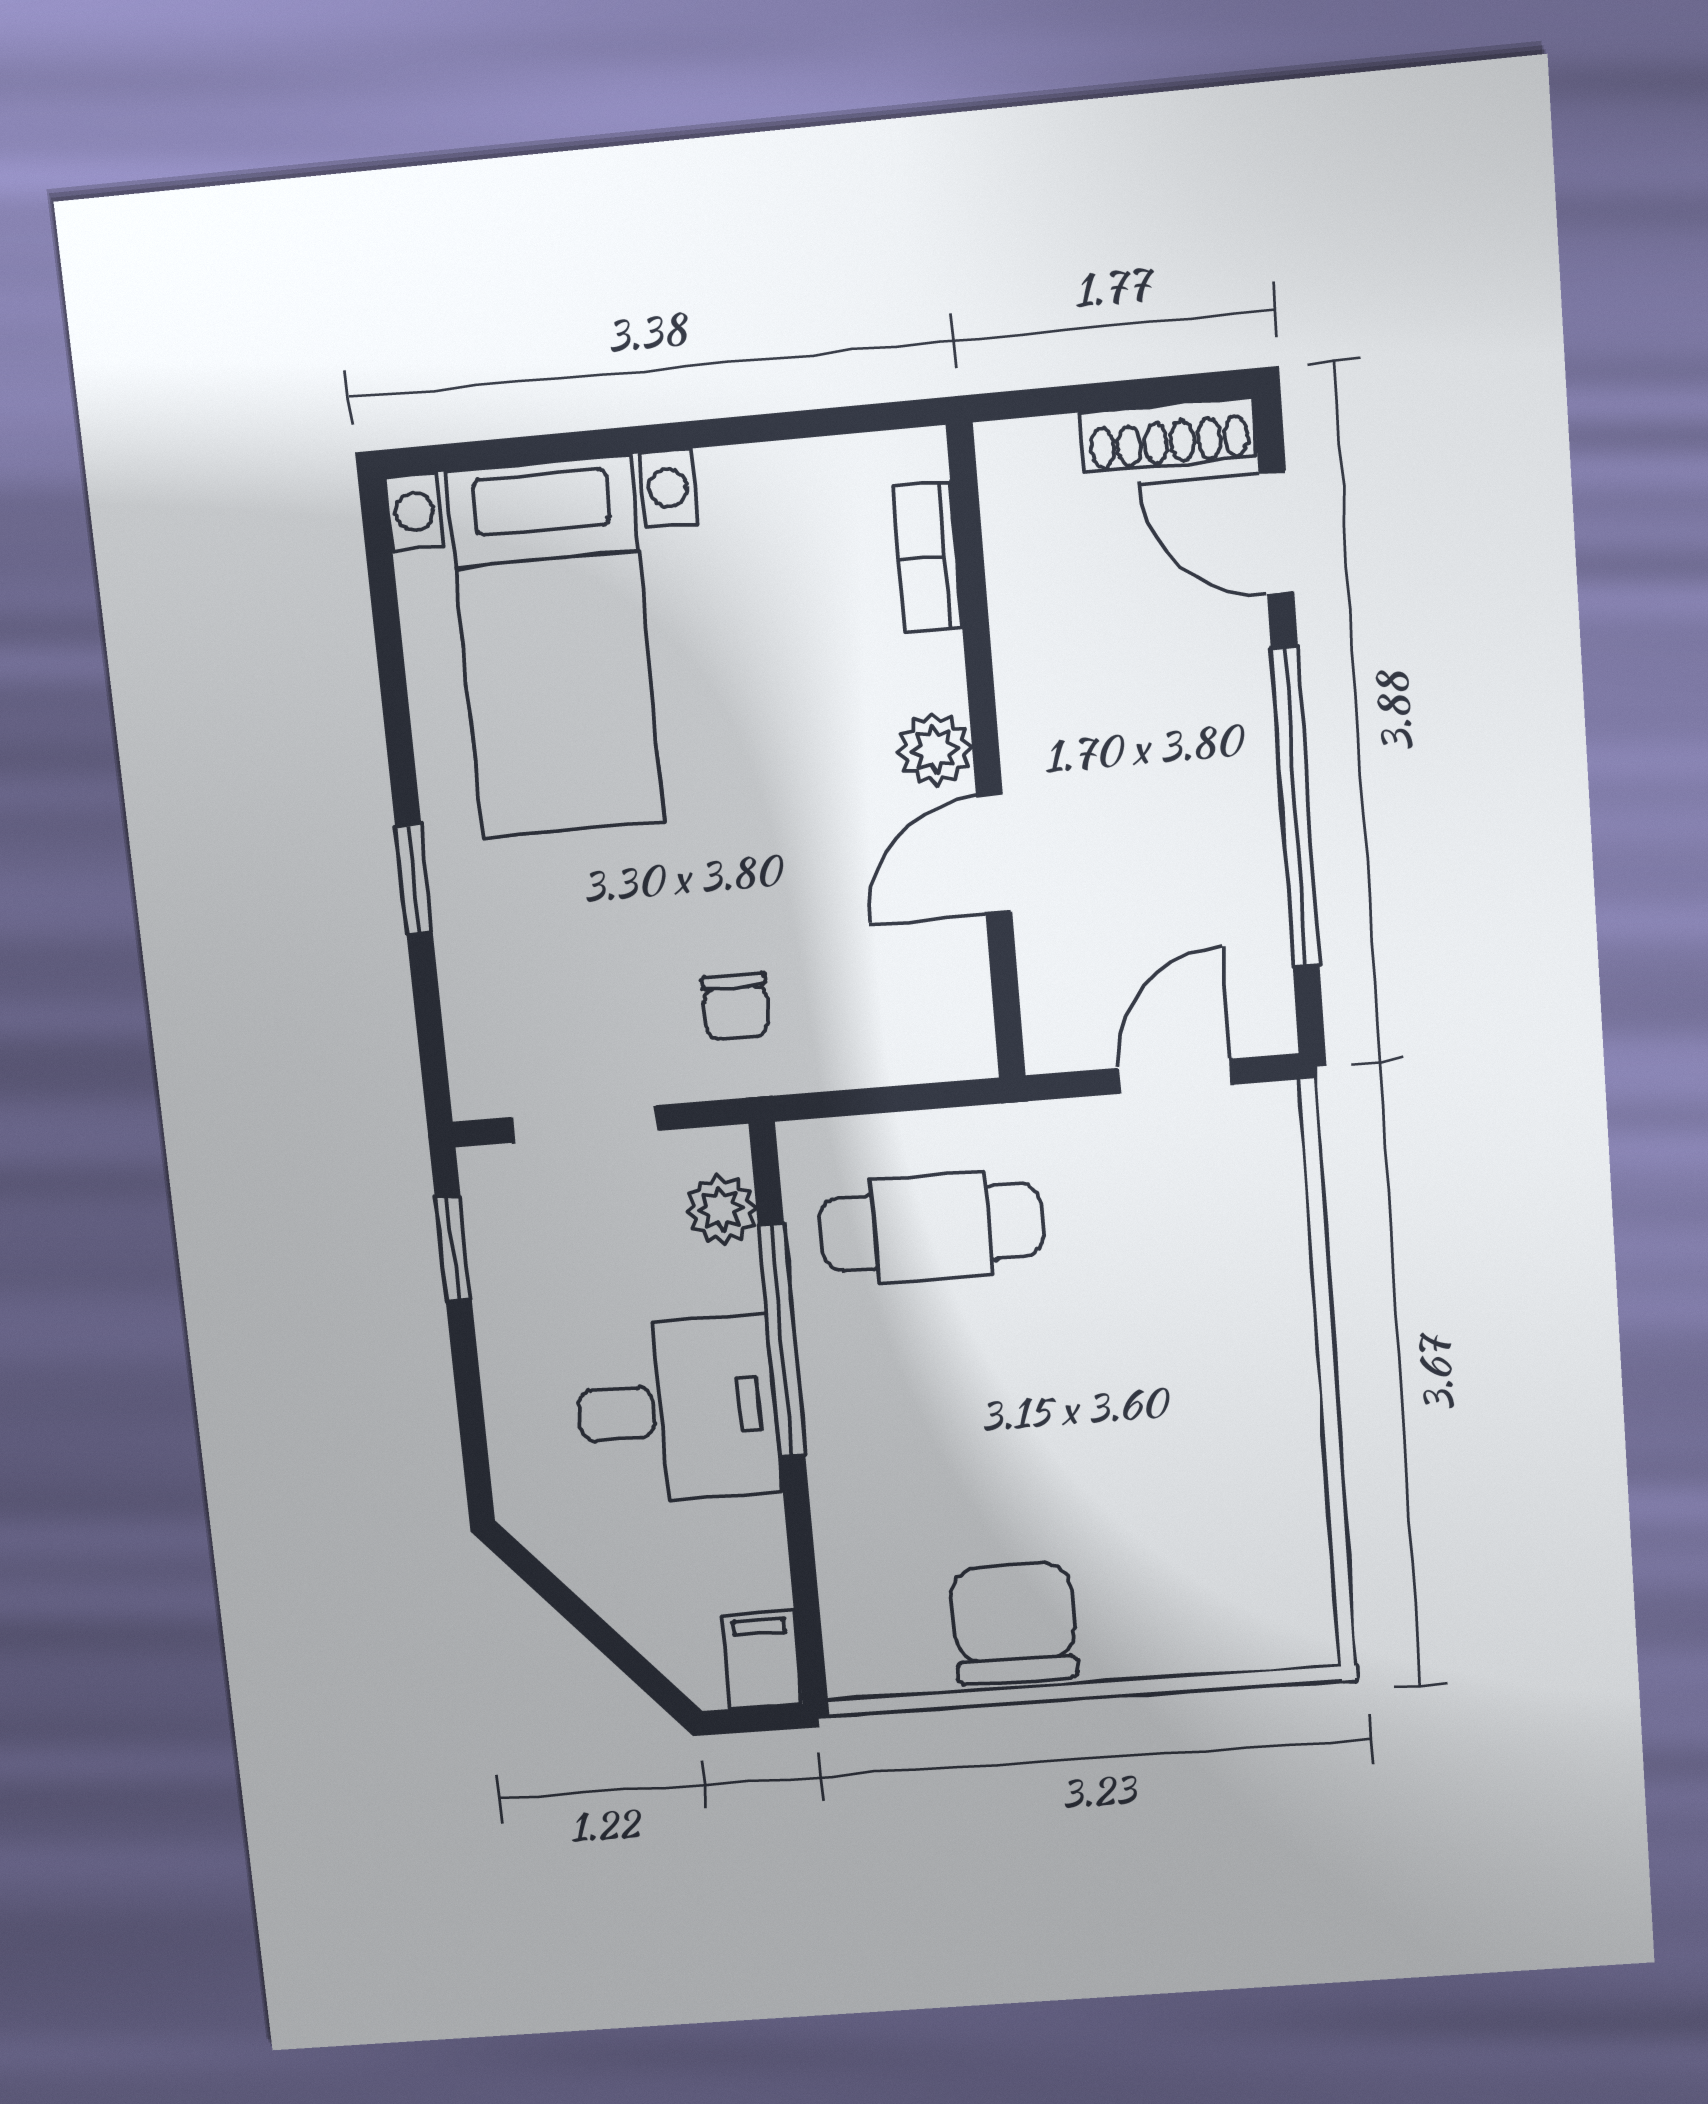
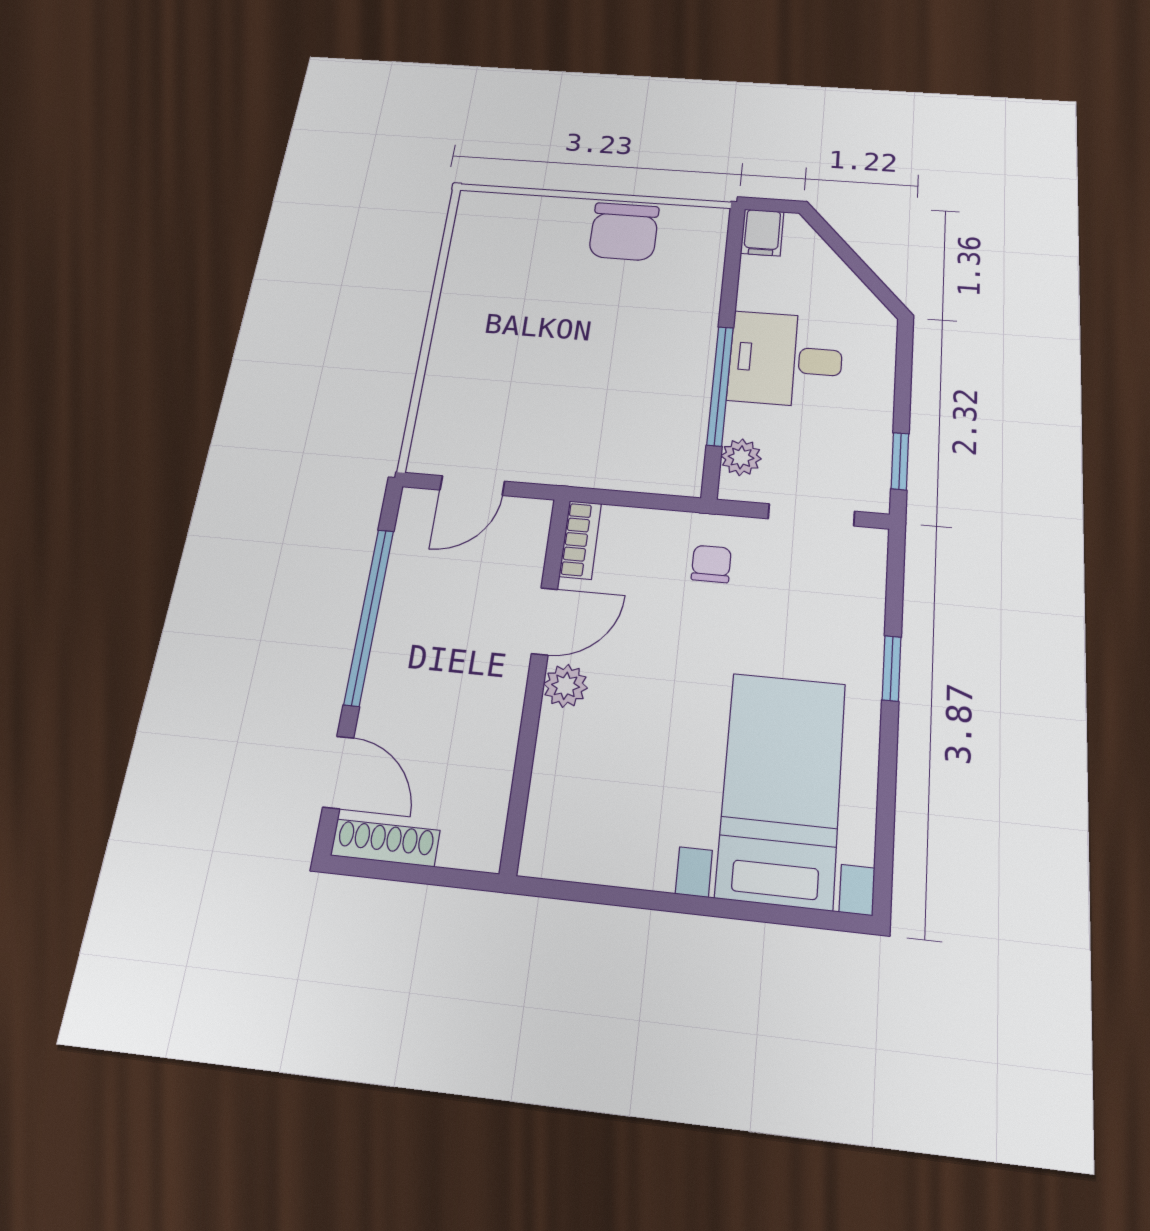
bookcase: (927, 557) -> (580, 540), moved
cafe table: (932, 1227) -> (625, 430), removed

